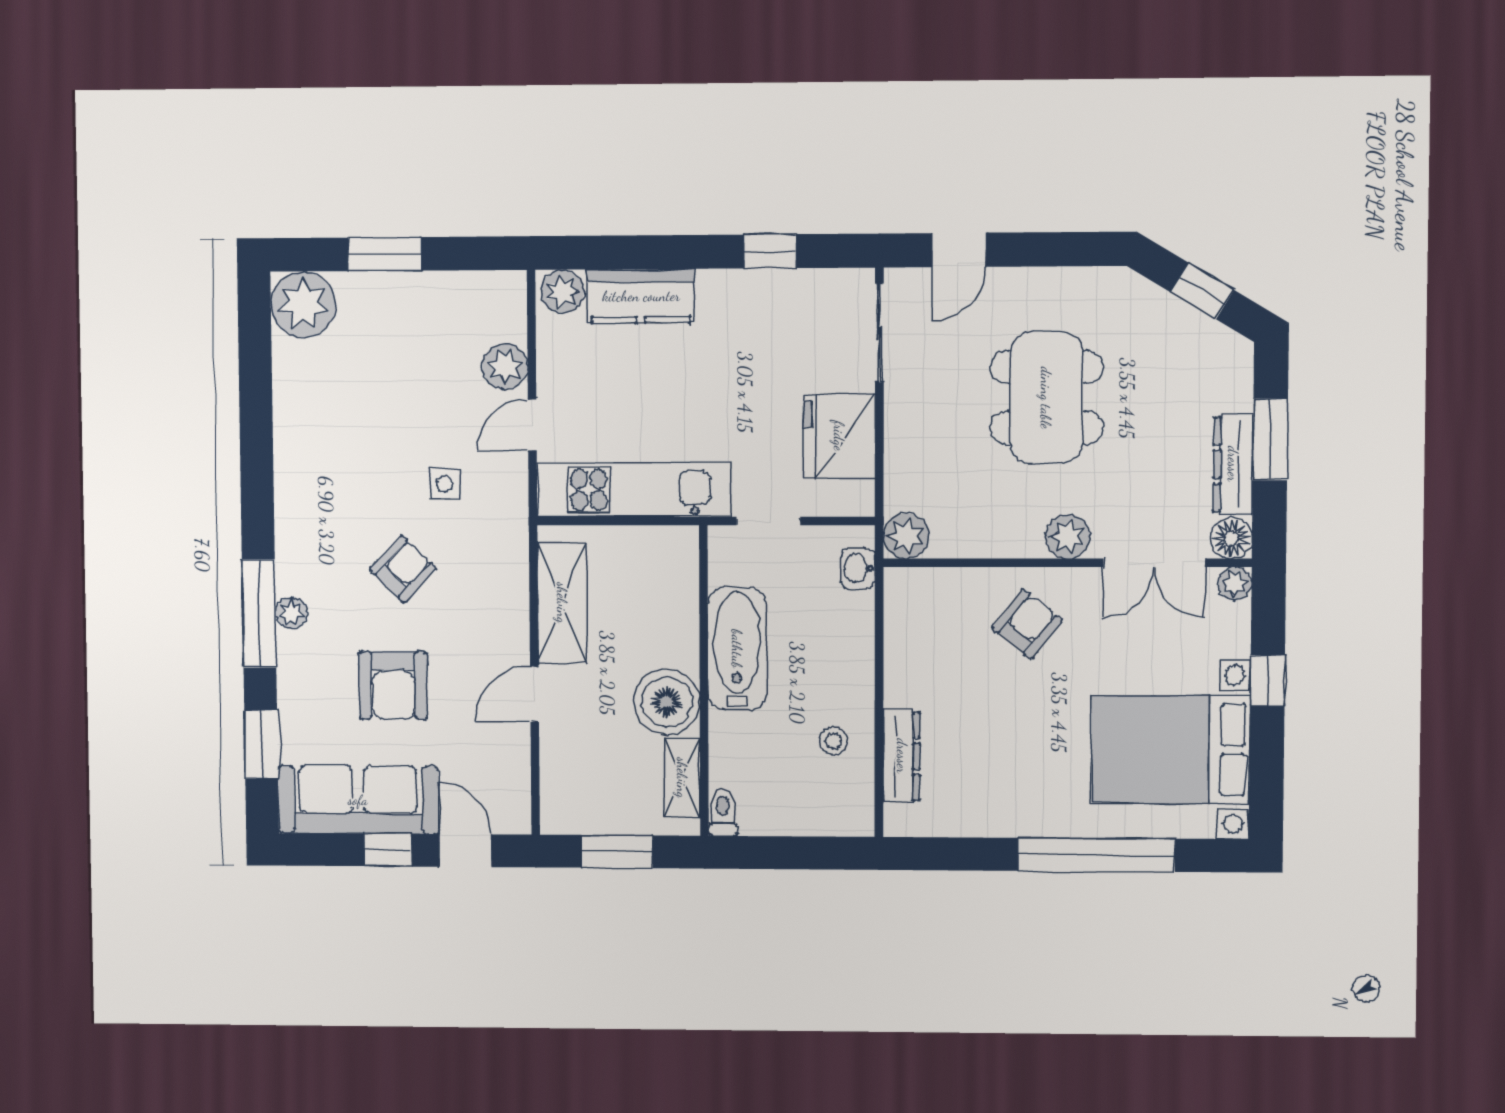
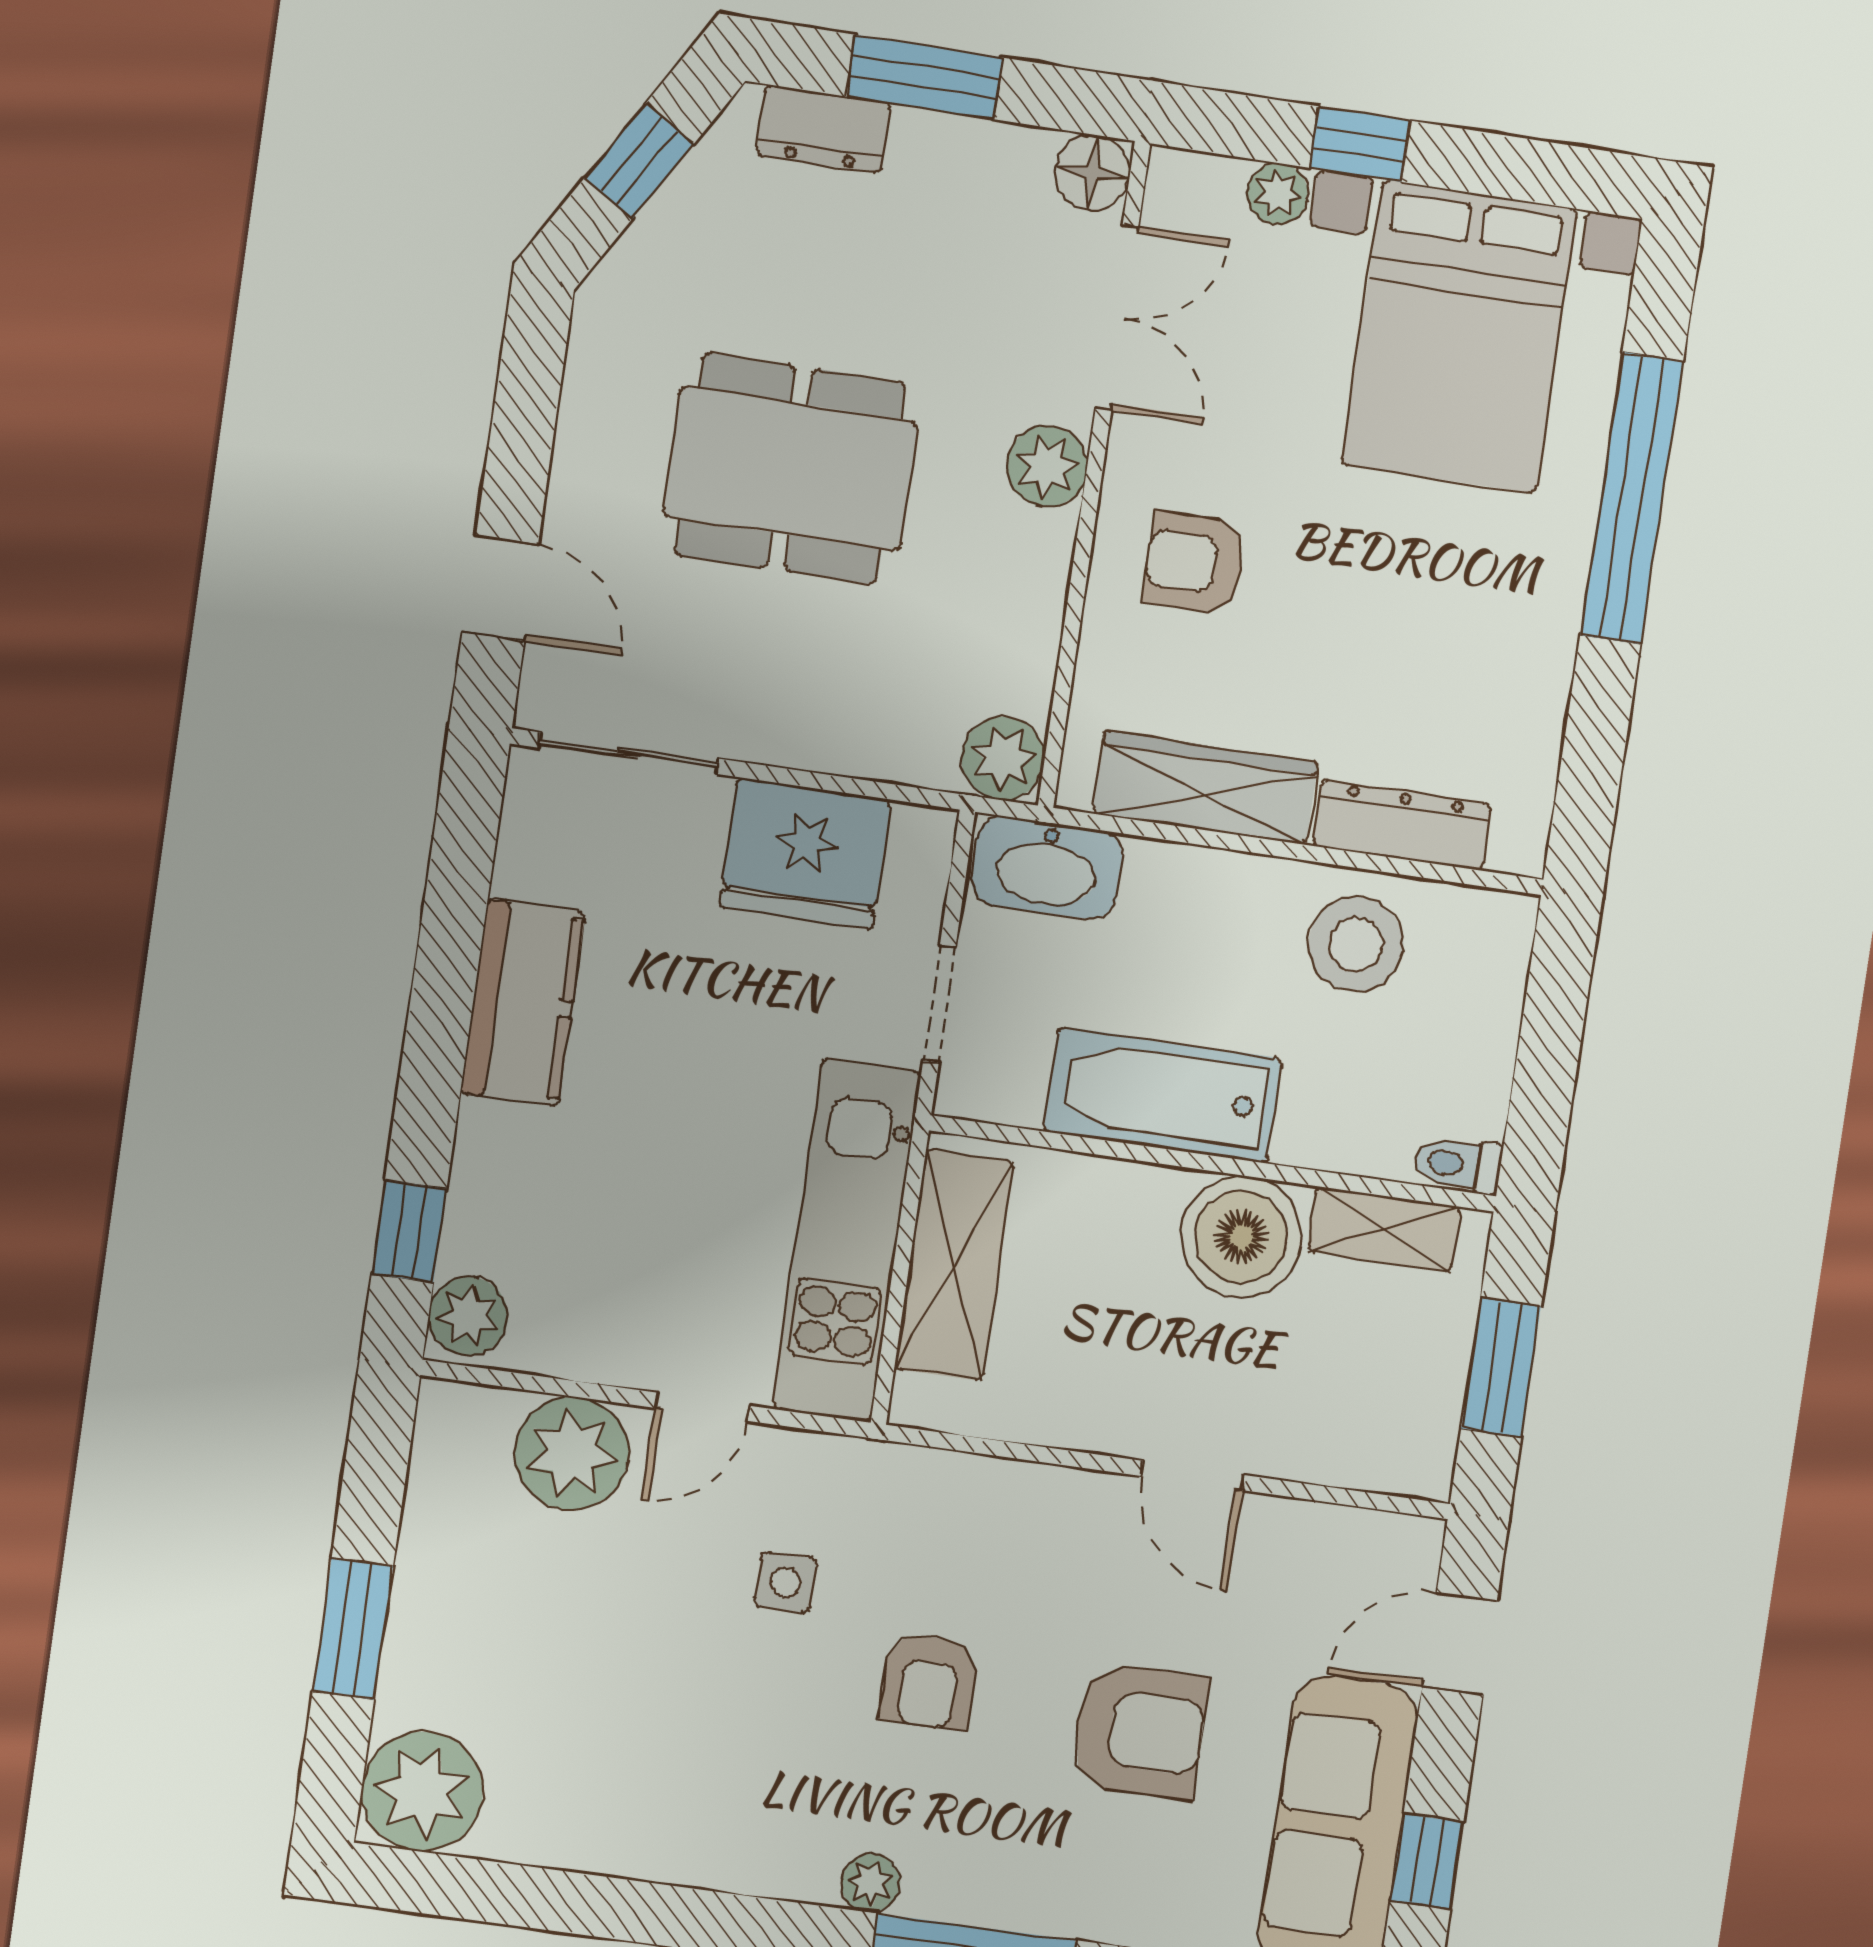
window: (770, 251) -> (409, 1231), moved
kitchen counter: (641, 296) -> (523, 1003), moved
plant: (505, 367) -> (572, 1454), width x1.36, depth x1.36
door: (532, 425) -> (702, 1407), hinge flipped
dresser: (1233, 464) -> (824, 129), moved, width x0.70
washbasin: (858, 568) -> (1047, 868), width x1.91, depth x1.45
armchair: (403, 569) -> (929, 1682), turned -134
plant: (1235, 584) -> (1278, 194), moved
shelving: (562, 603) -> (954, 1265), moved, turned 90
plant: (291, 613) -> (871, 1883), moved
armchair: (1027, 624) -> (1195, 563), turned -39
wardrobe: (906, 648) -> (1205, 788), added
stool: (833, 741) -> (1356, 944), width x1.89, depth x1.89
window: (388, 850) -> (1427, 1861), moved

